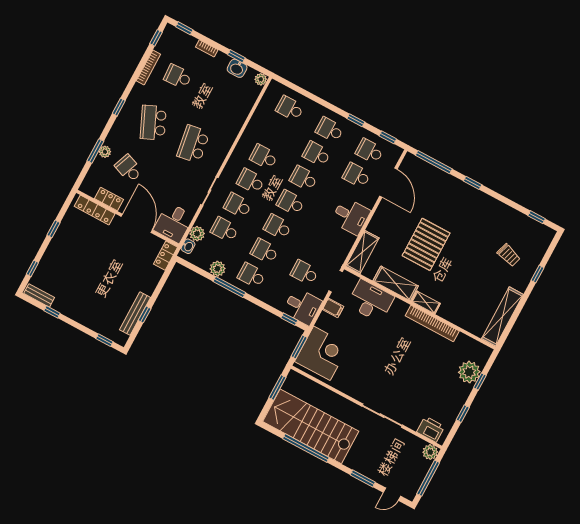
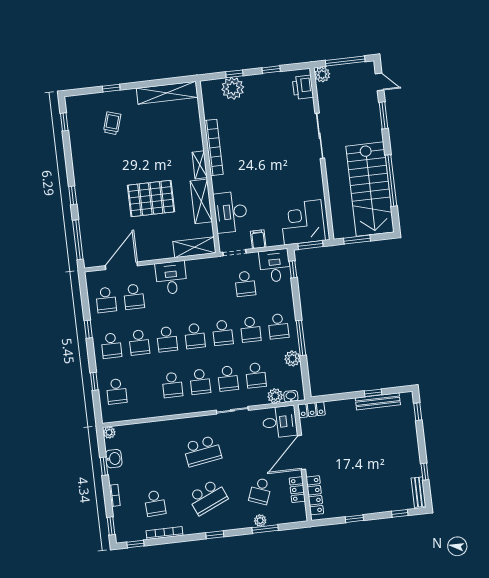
window: (388, 137) -> (94, 381), moved

